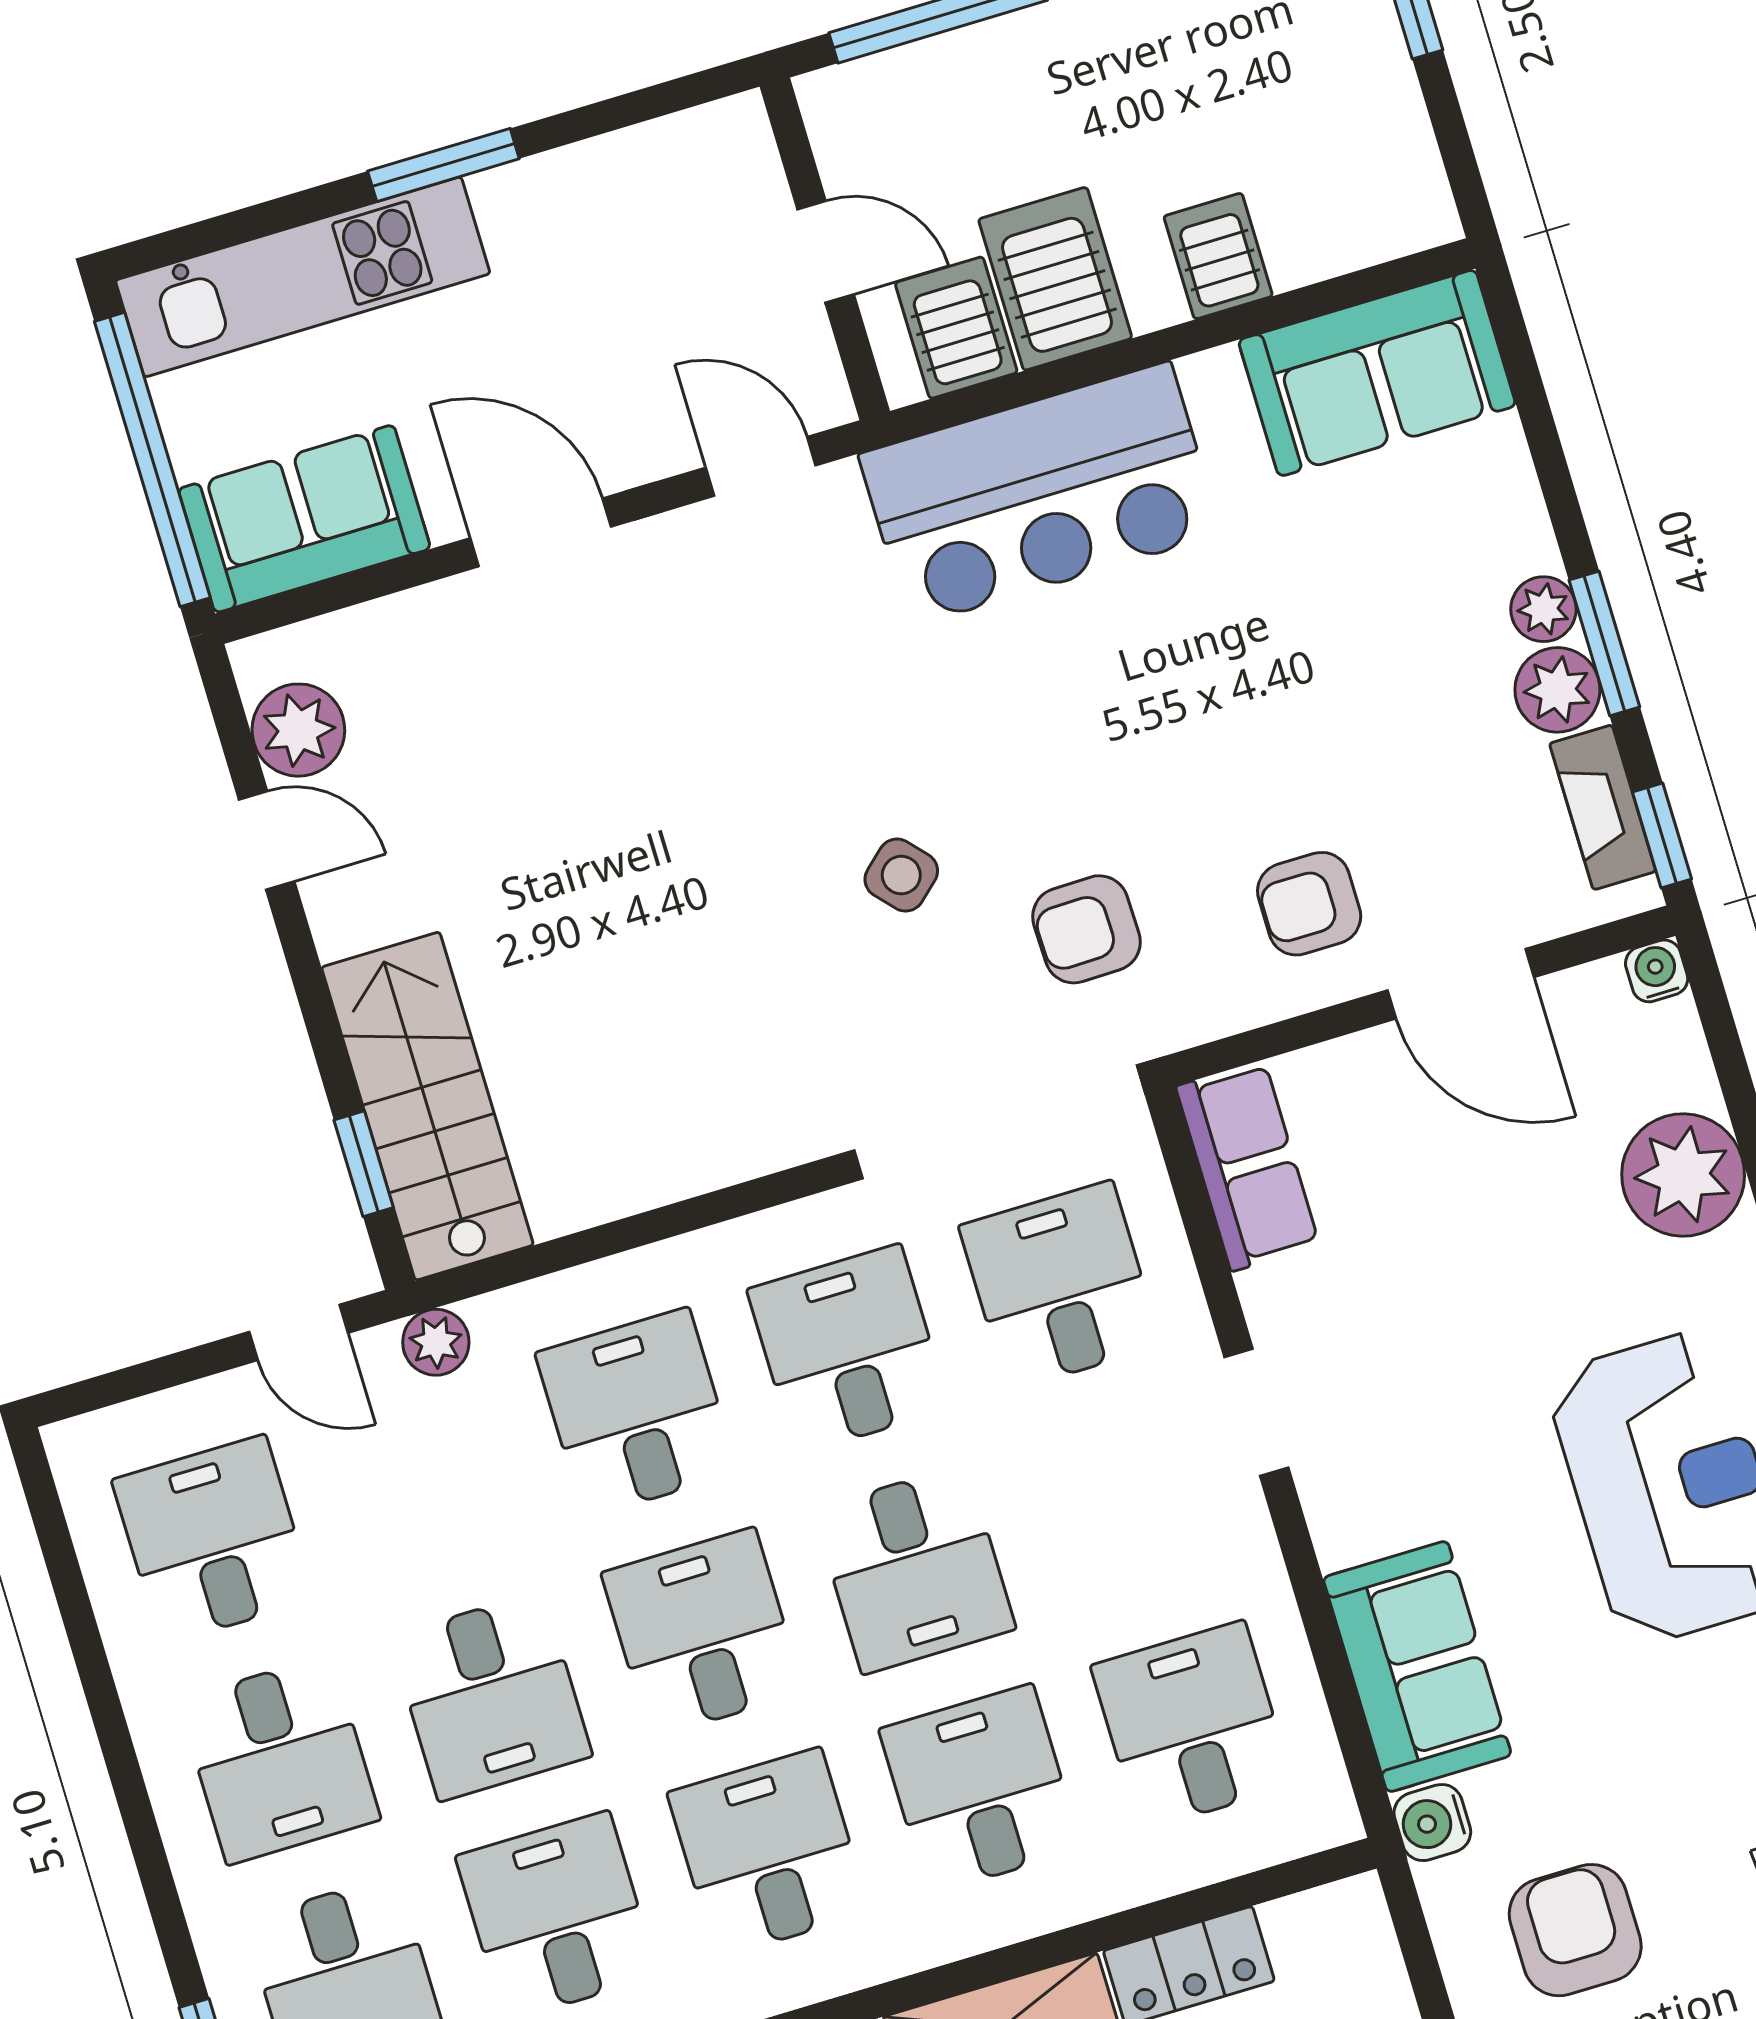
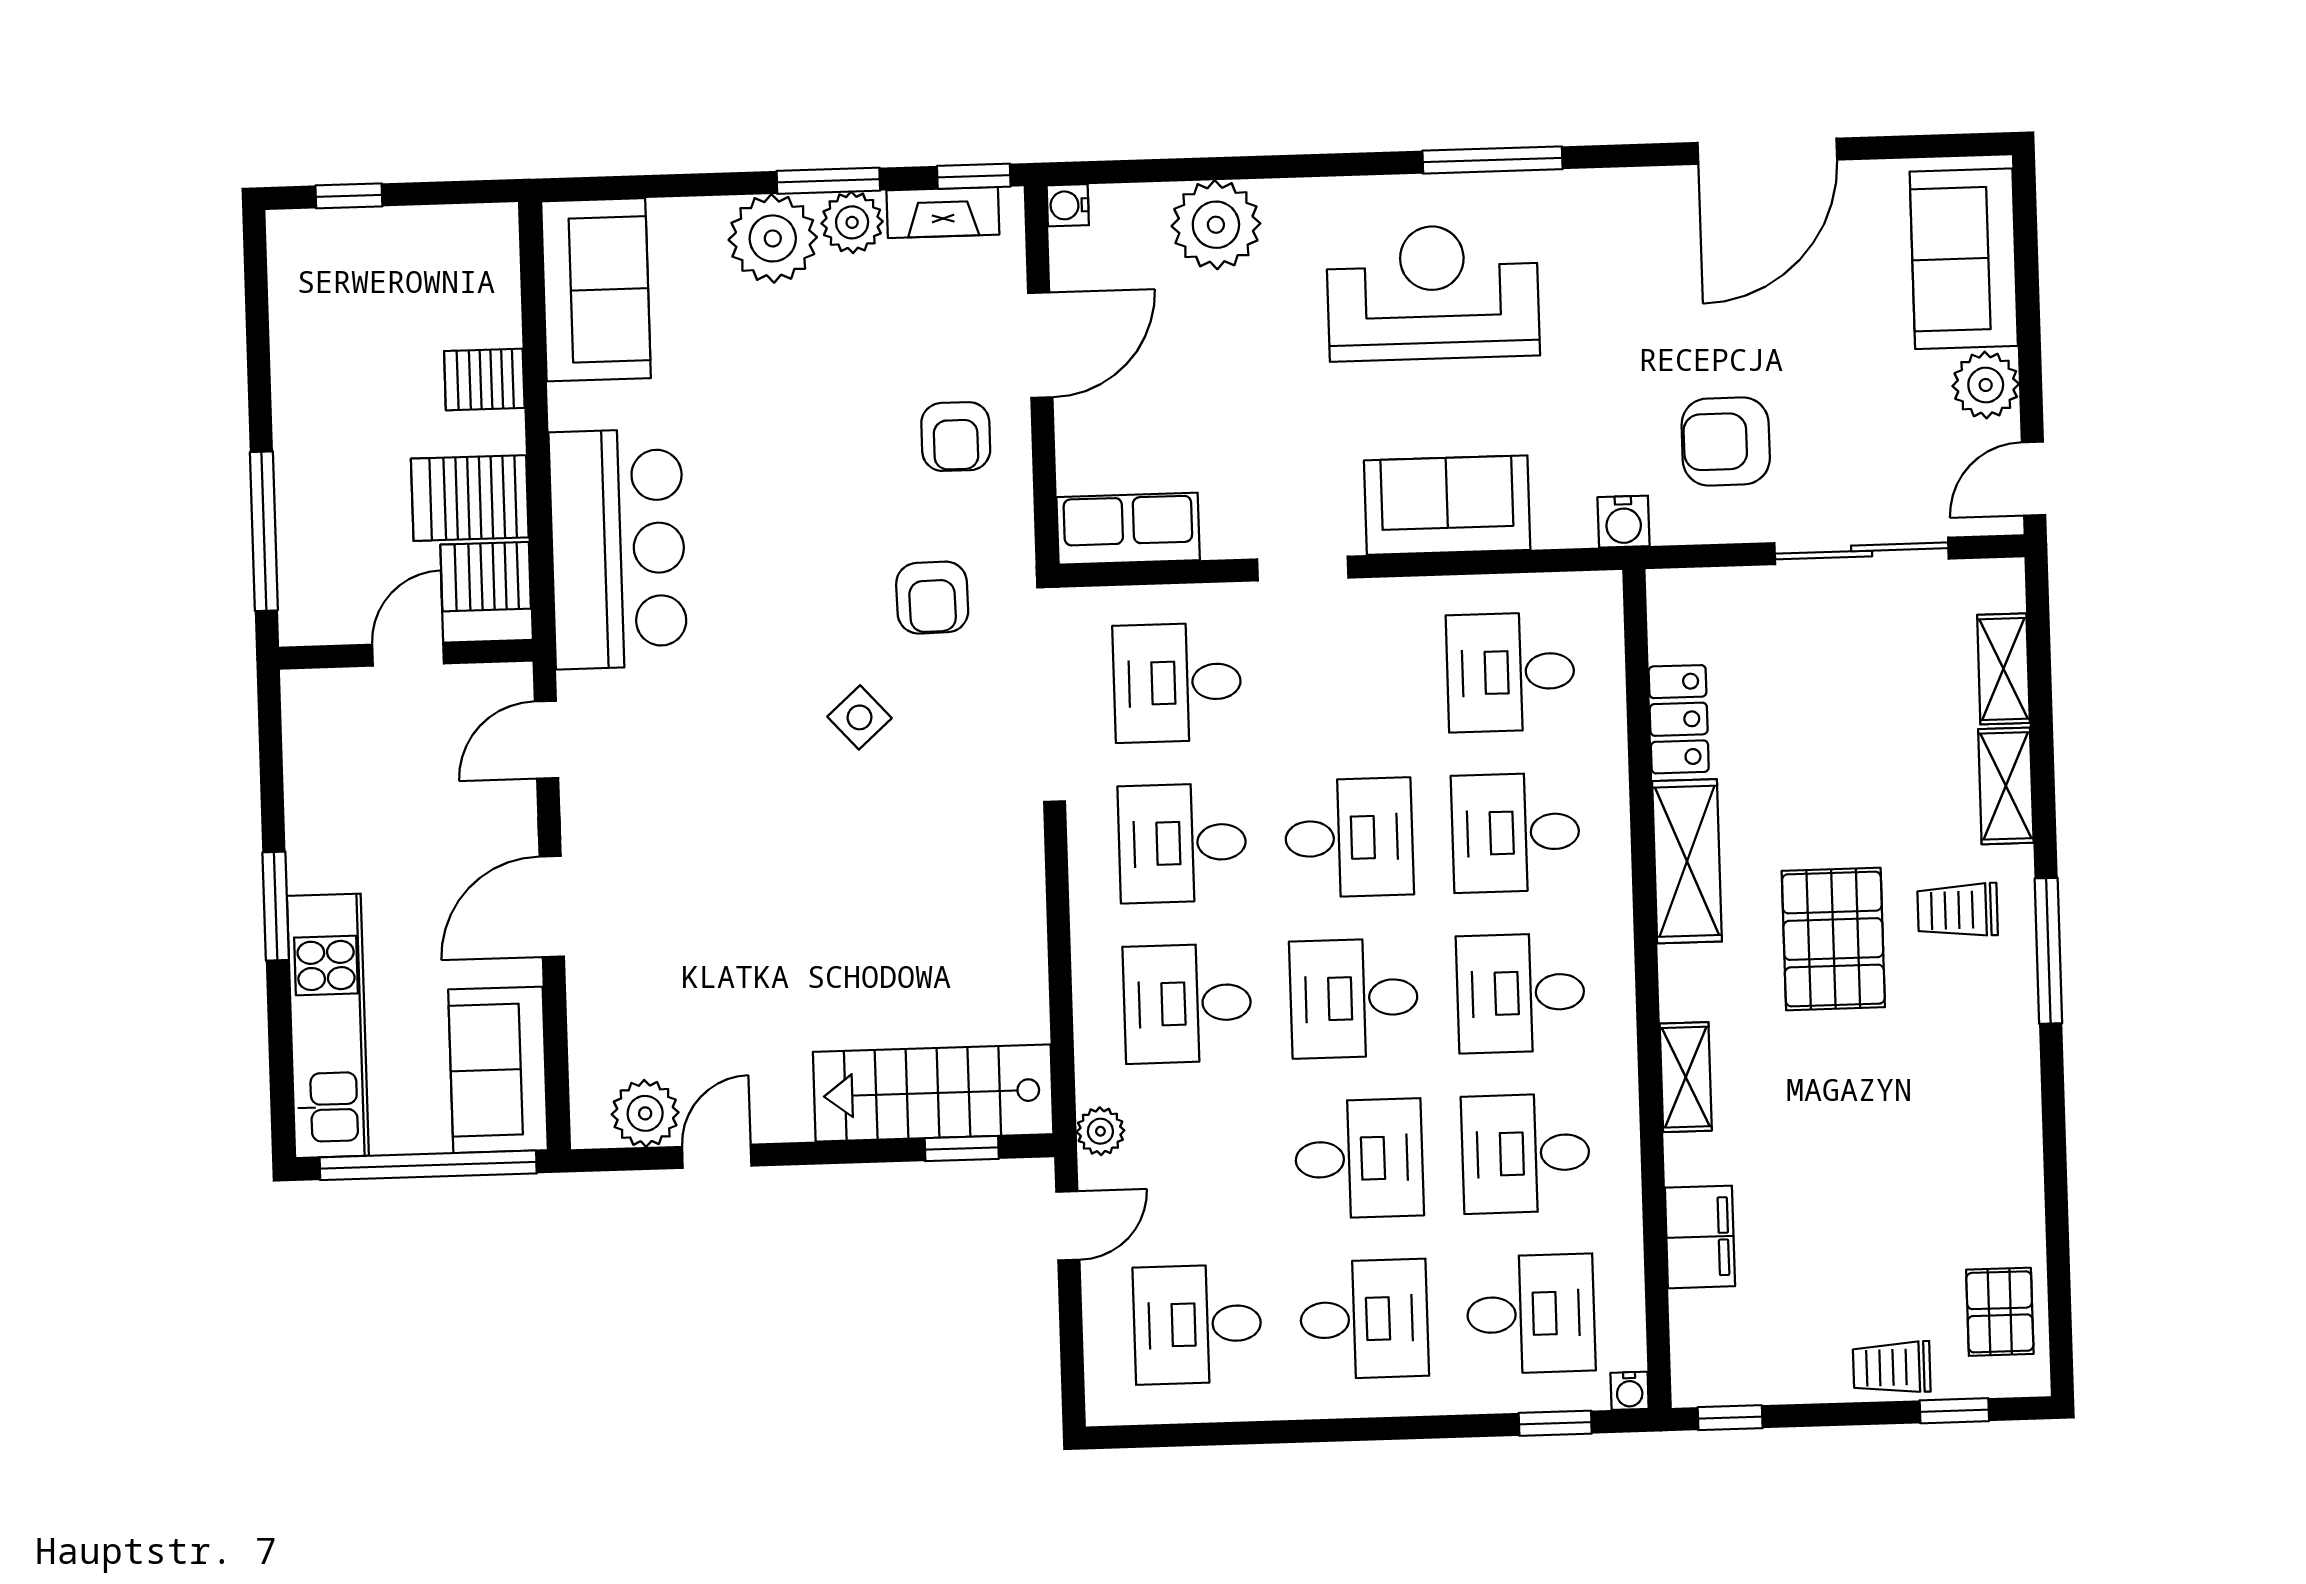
plant: (1543, 609) -> (773, 238), width x1.87, depth x1.87
sofa: (1417, 1667) -> (1447, 505), moved

